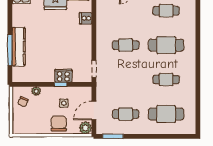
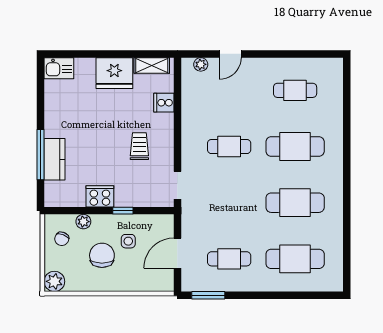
trolley: (71, 45) -> (139, 146), added
kitchen counter: (19, 47) -> (55, 159), width x0.67
cooker: (63, 76) -> (100, 196), moved
cafe table: (166, 80) -> (295, 203), width x1.37, depth x1.35
chair: (59, 124) -> (102, 255), moved
plant: (85, 128) -> (54, 281), moved

